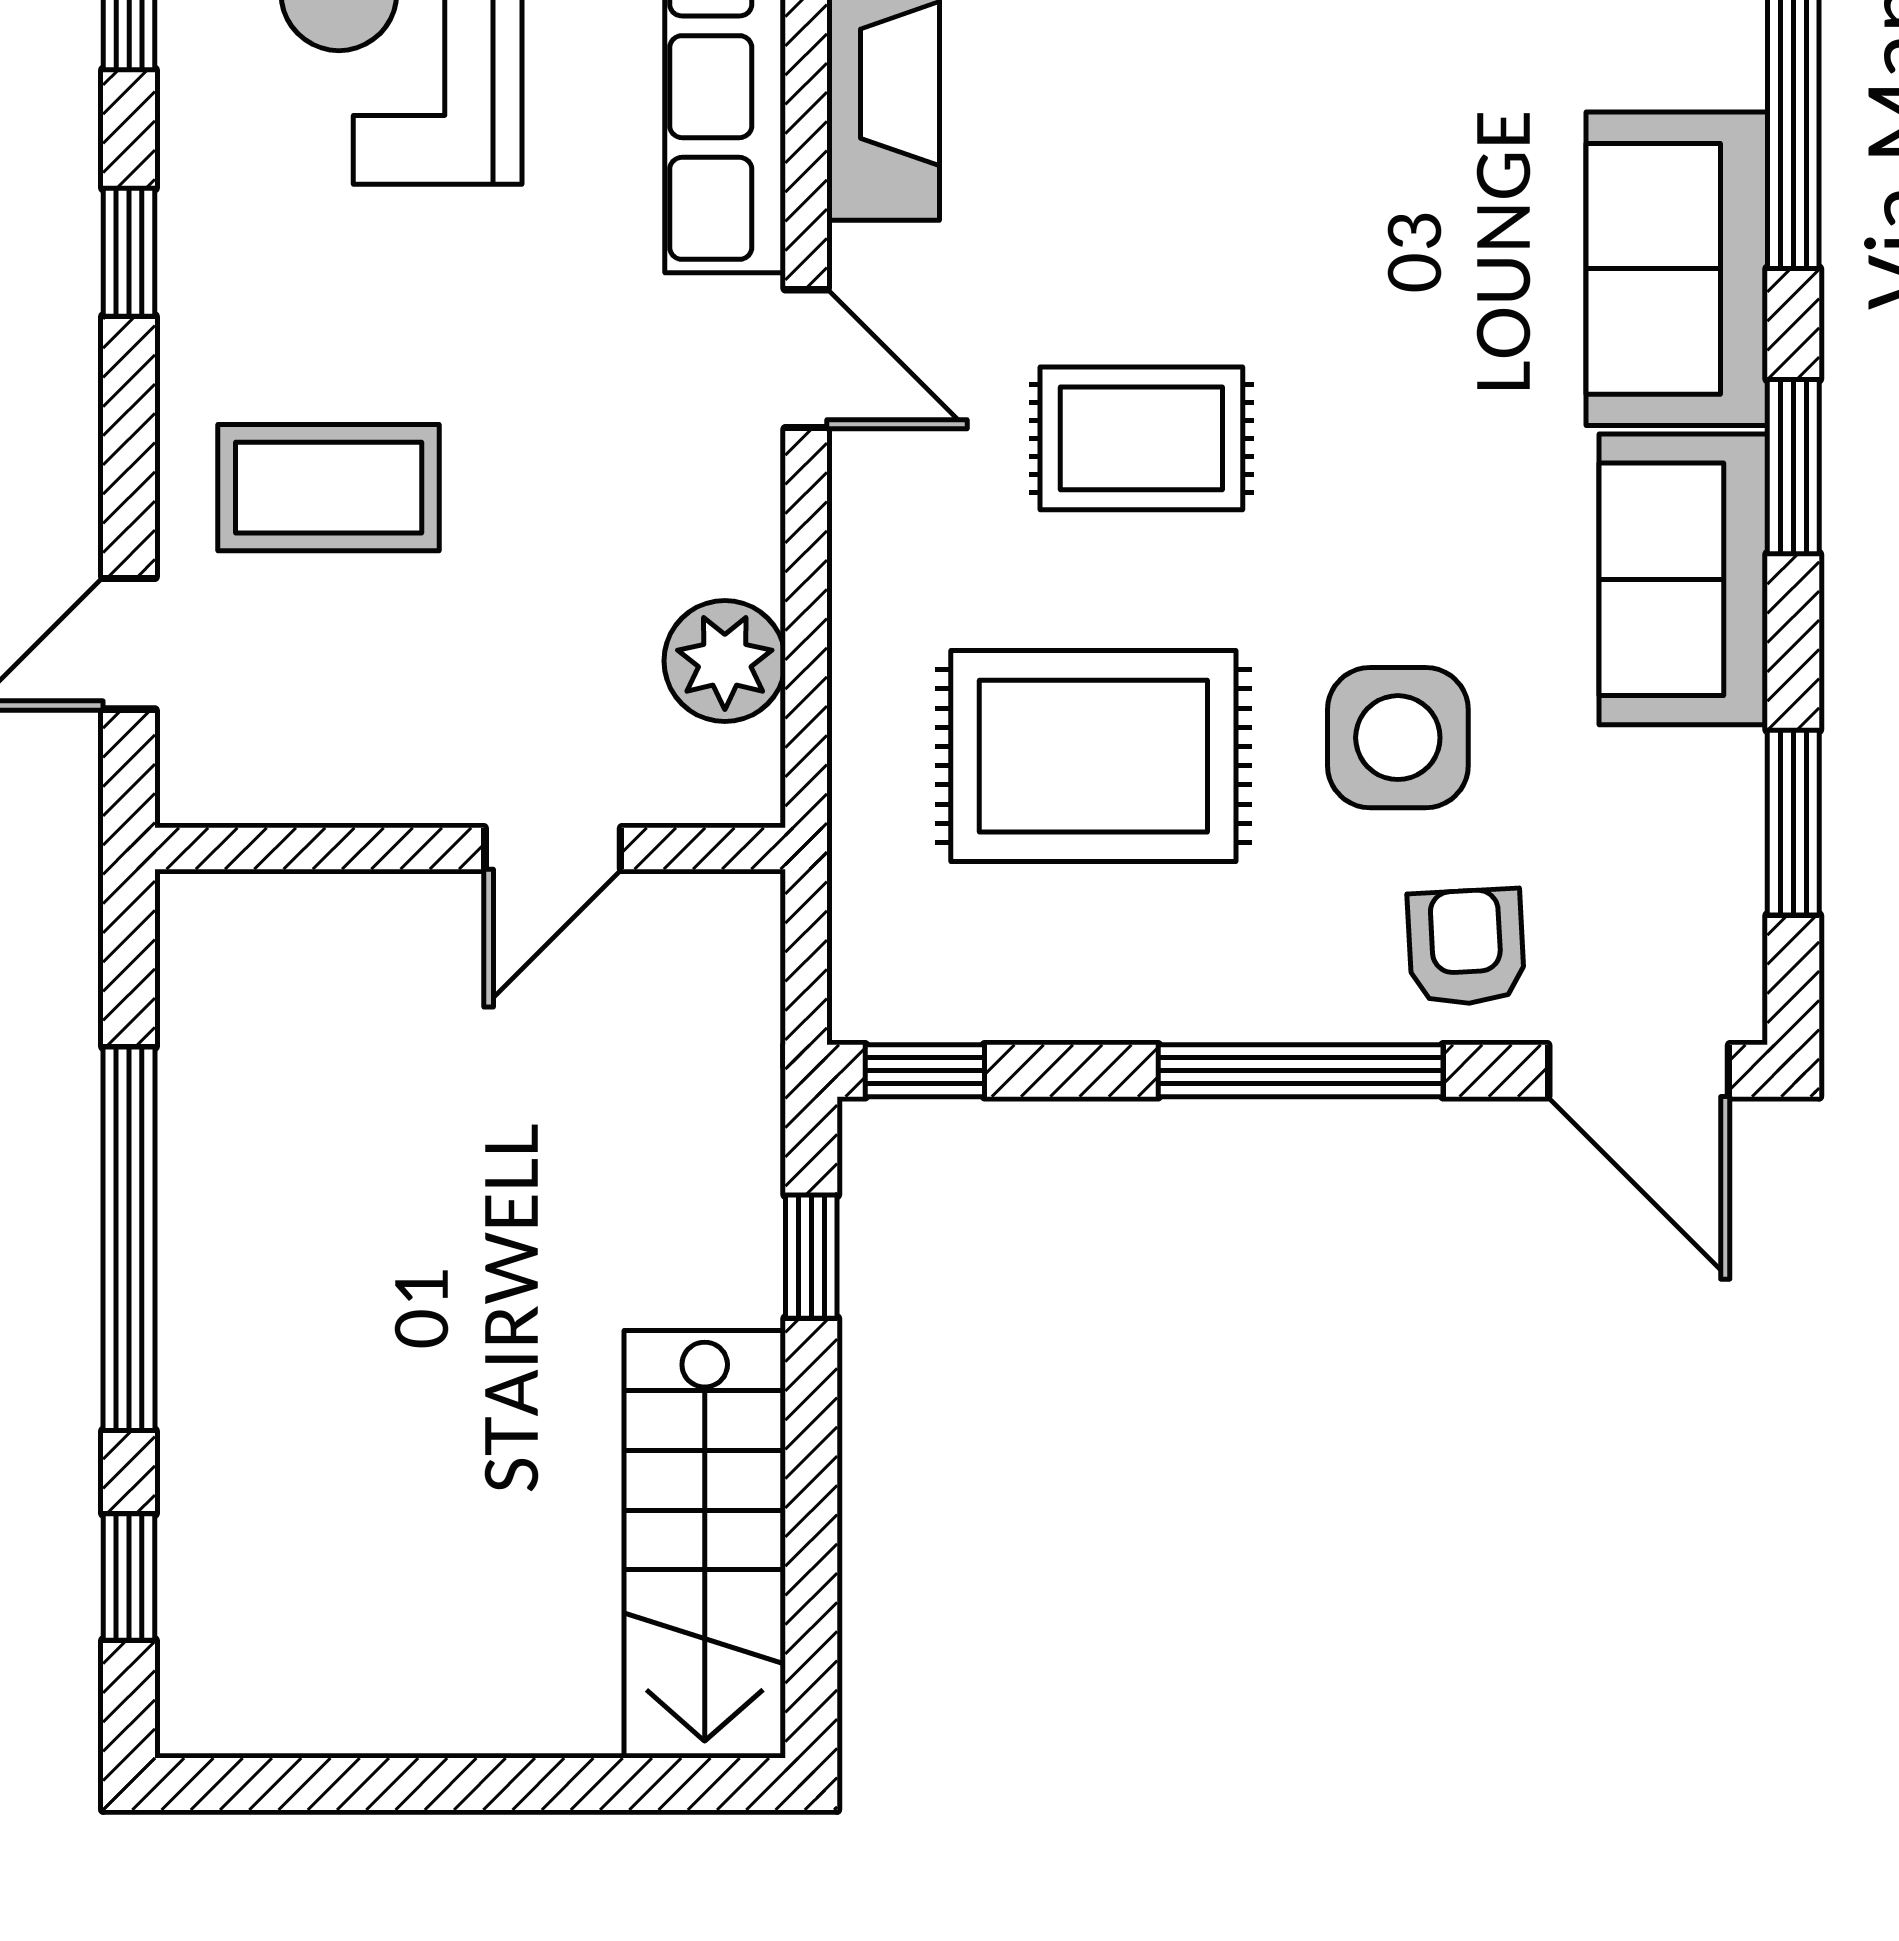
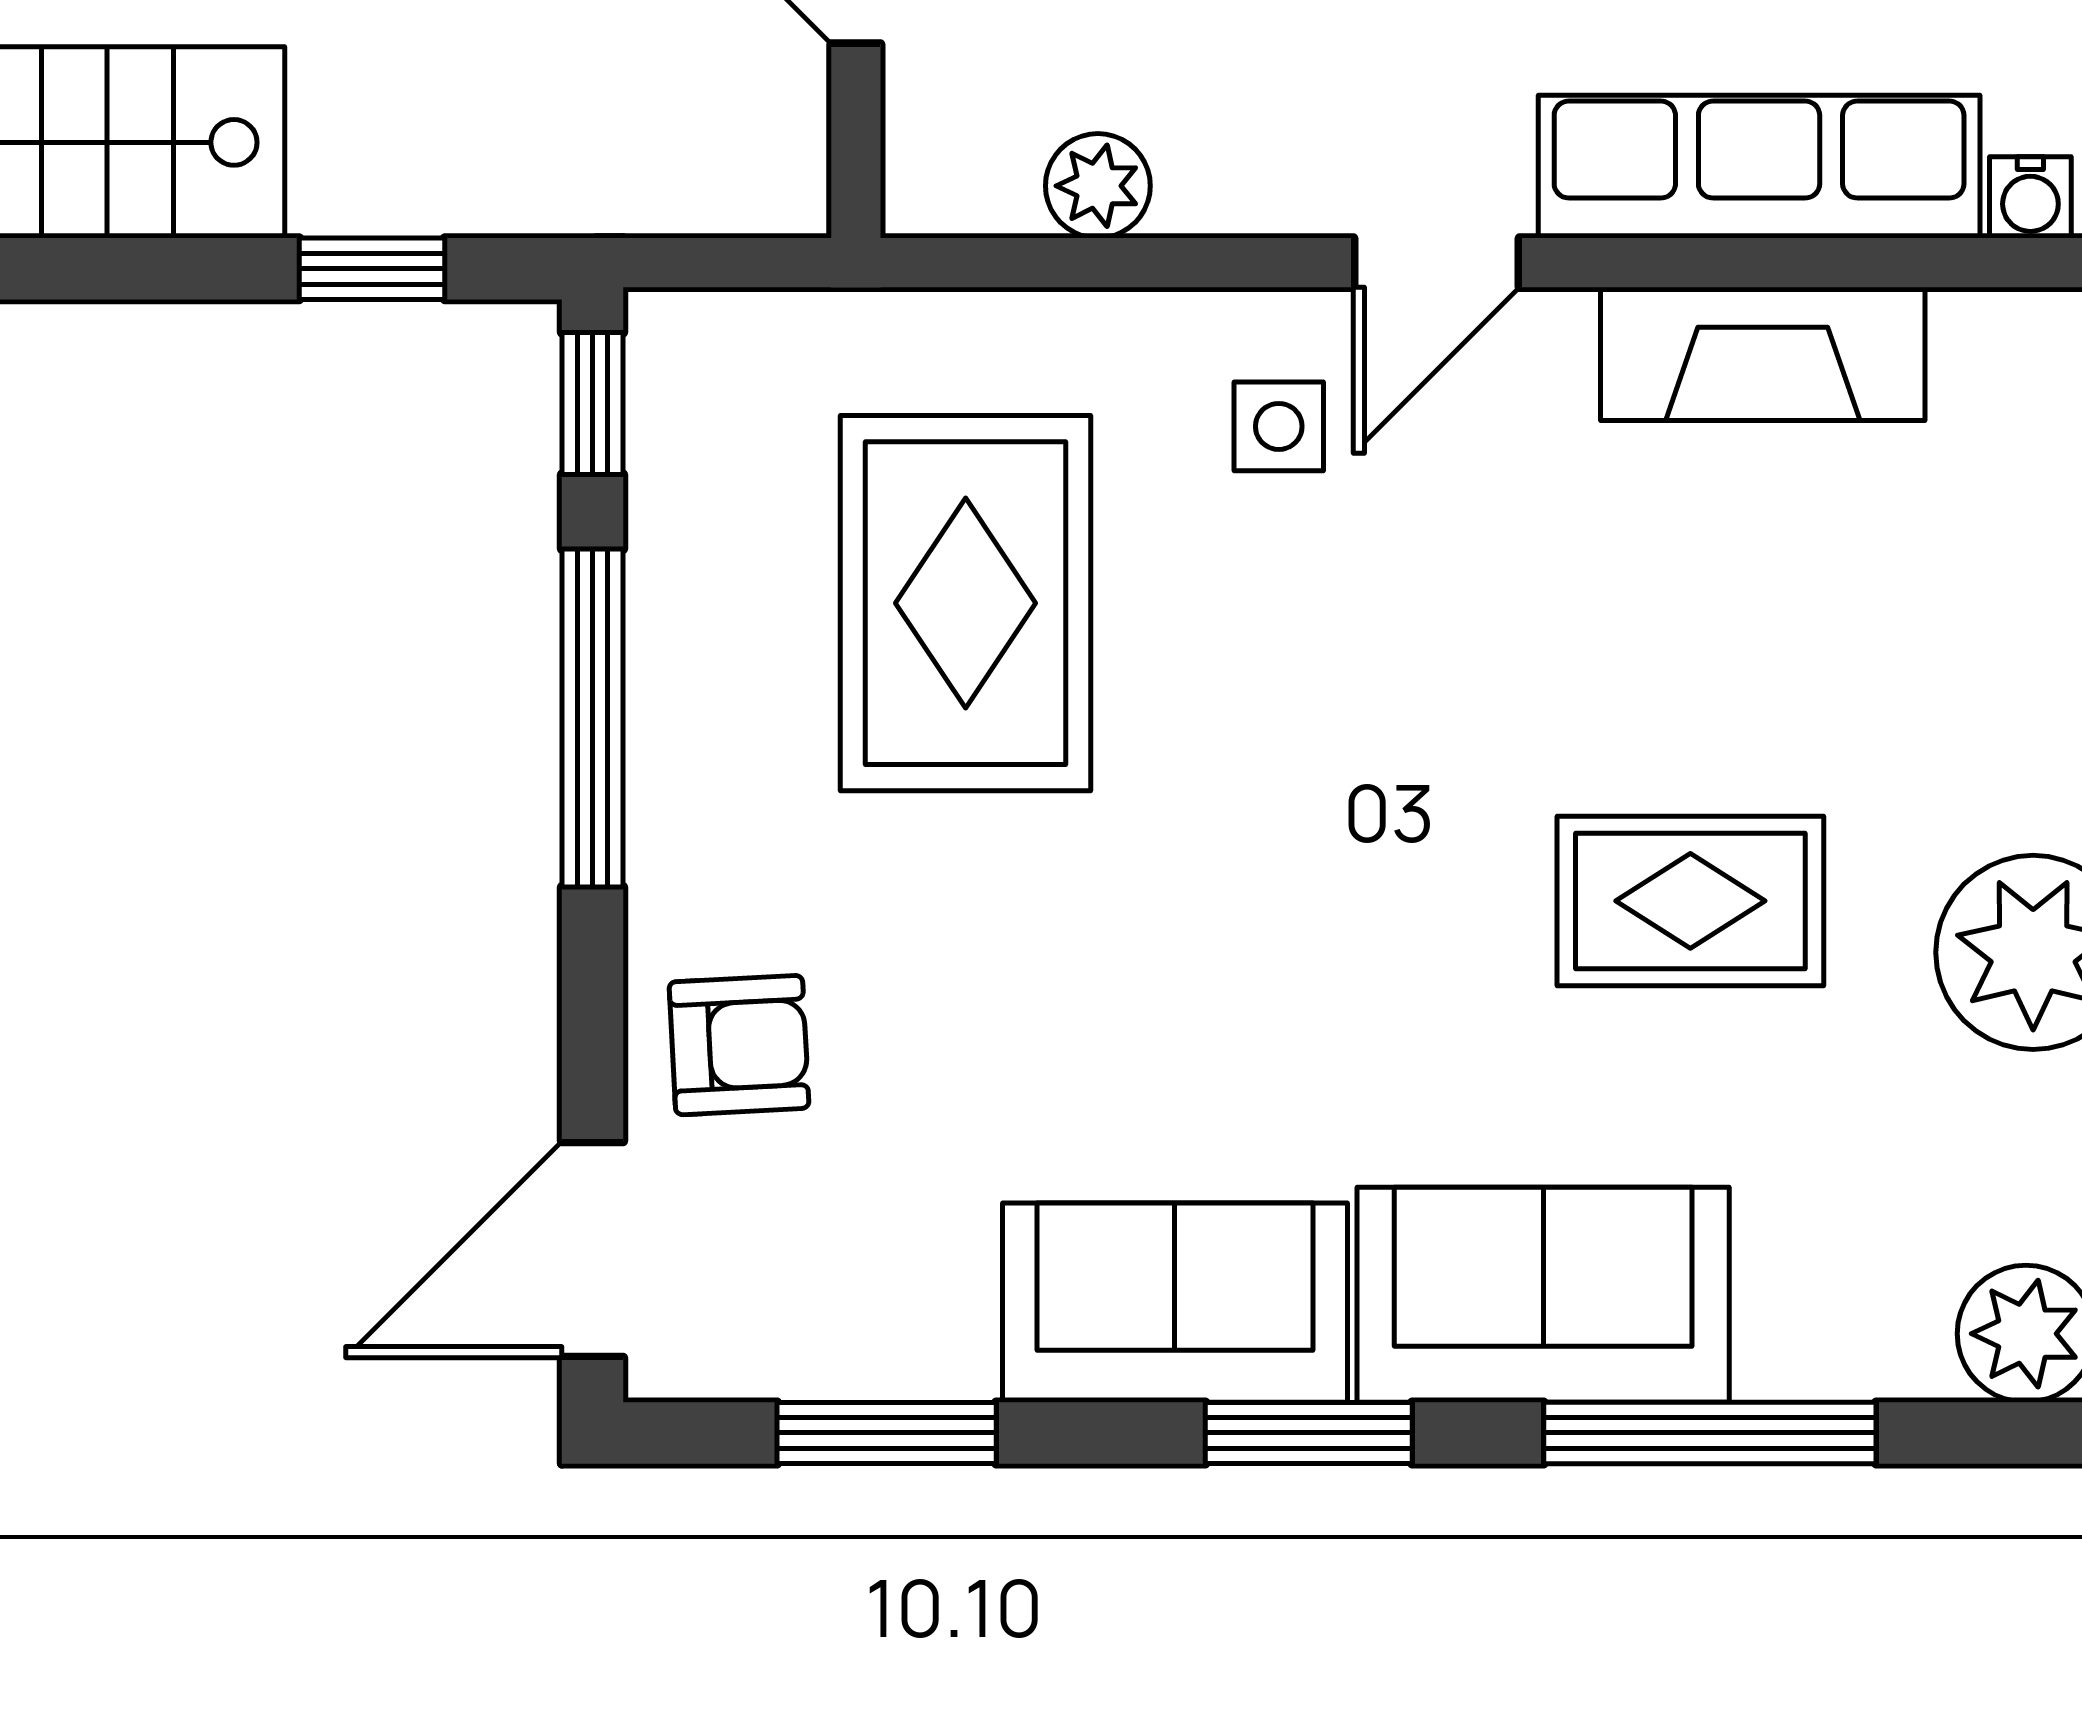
rug: (1141, 438) -> (1690, 901), moved, turned 90
plant: (725, 661) -> (1098, 186), width x0.73, depth x0.73
side table: (1398, 738) -> (1279, 426), moved, width x0.54, depth x0.54
window: (1301, 1071) -> (592, 718), moved

